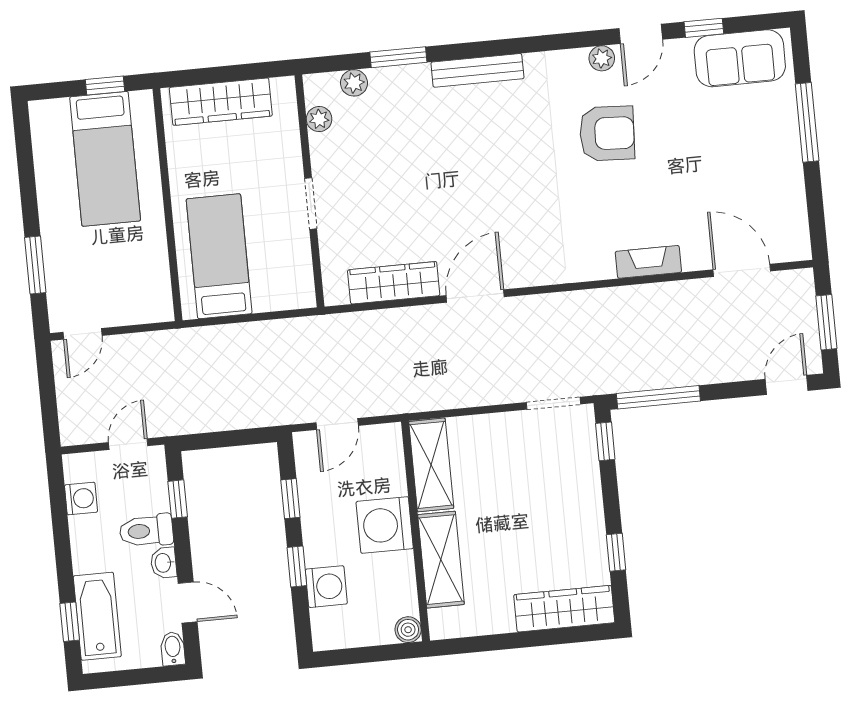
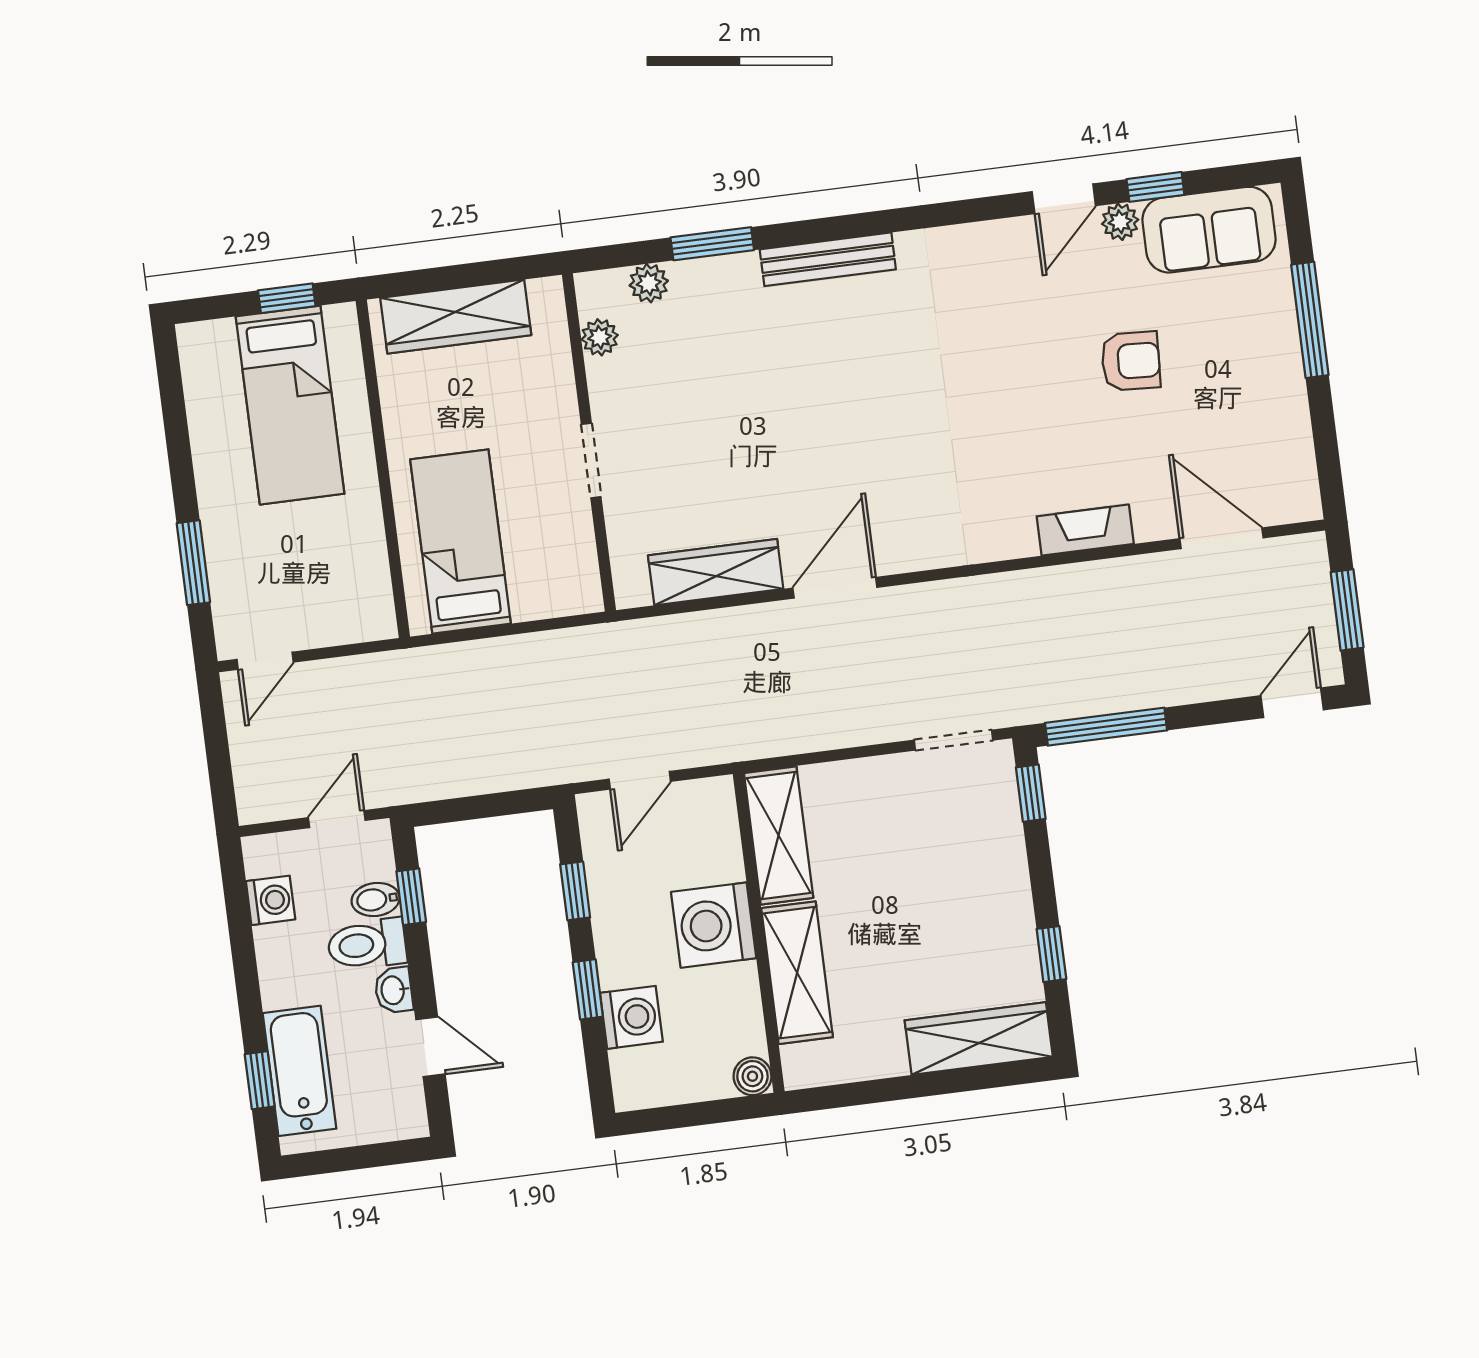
plant: (602, 58) -> (1120, 222), moved
armchair: (607, 133) -> (1131, 361), moved, width x0.72, depth x0.72
bidet: (173, 649) -> (376, 899), moved, turned -90

